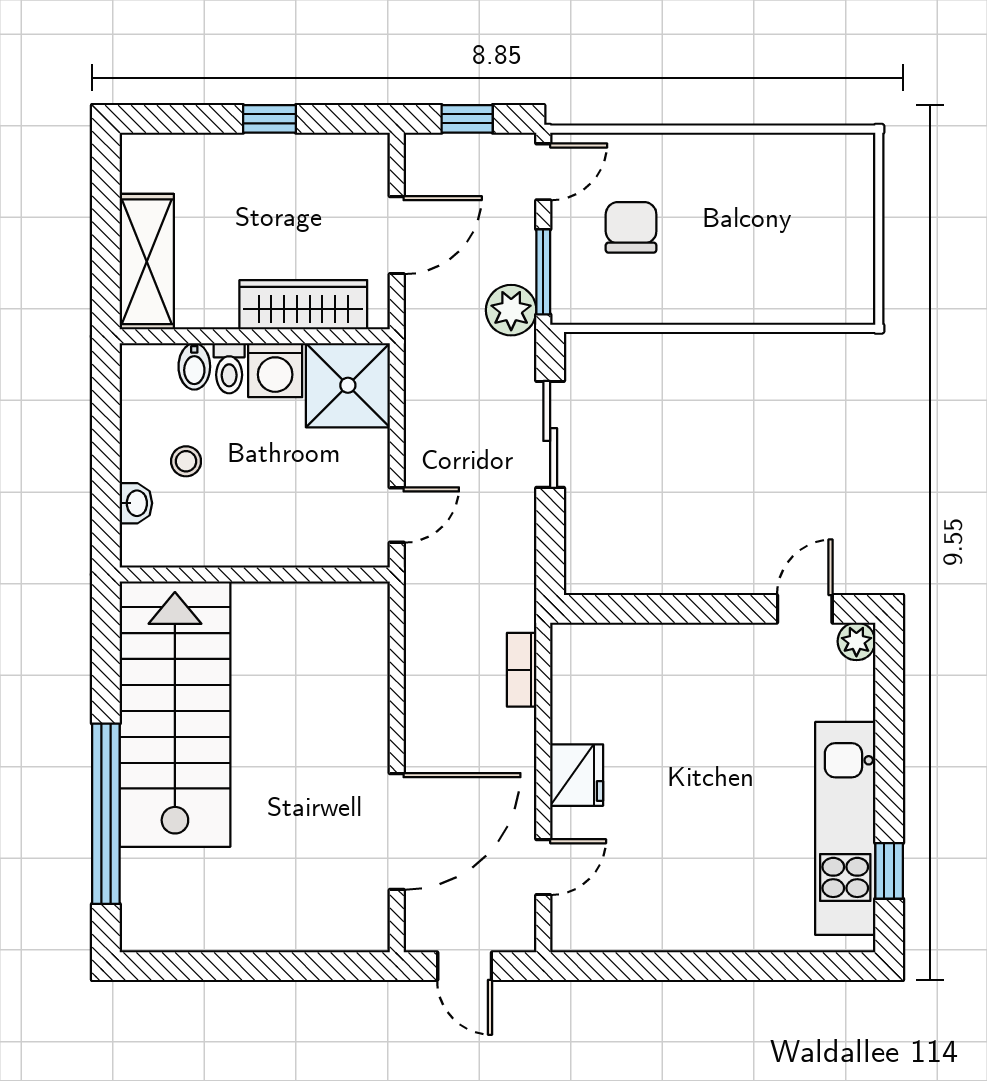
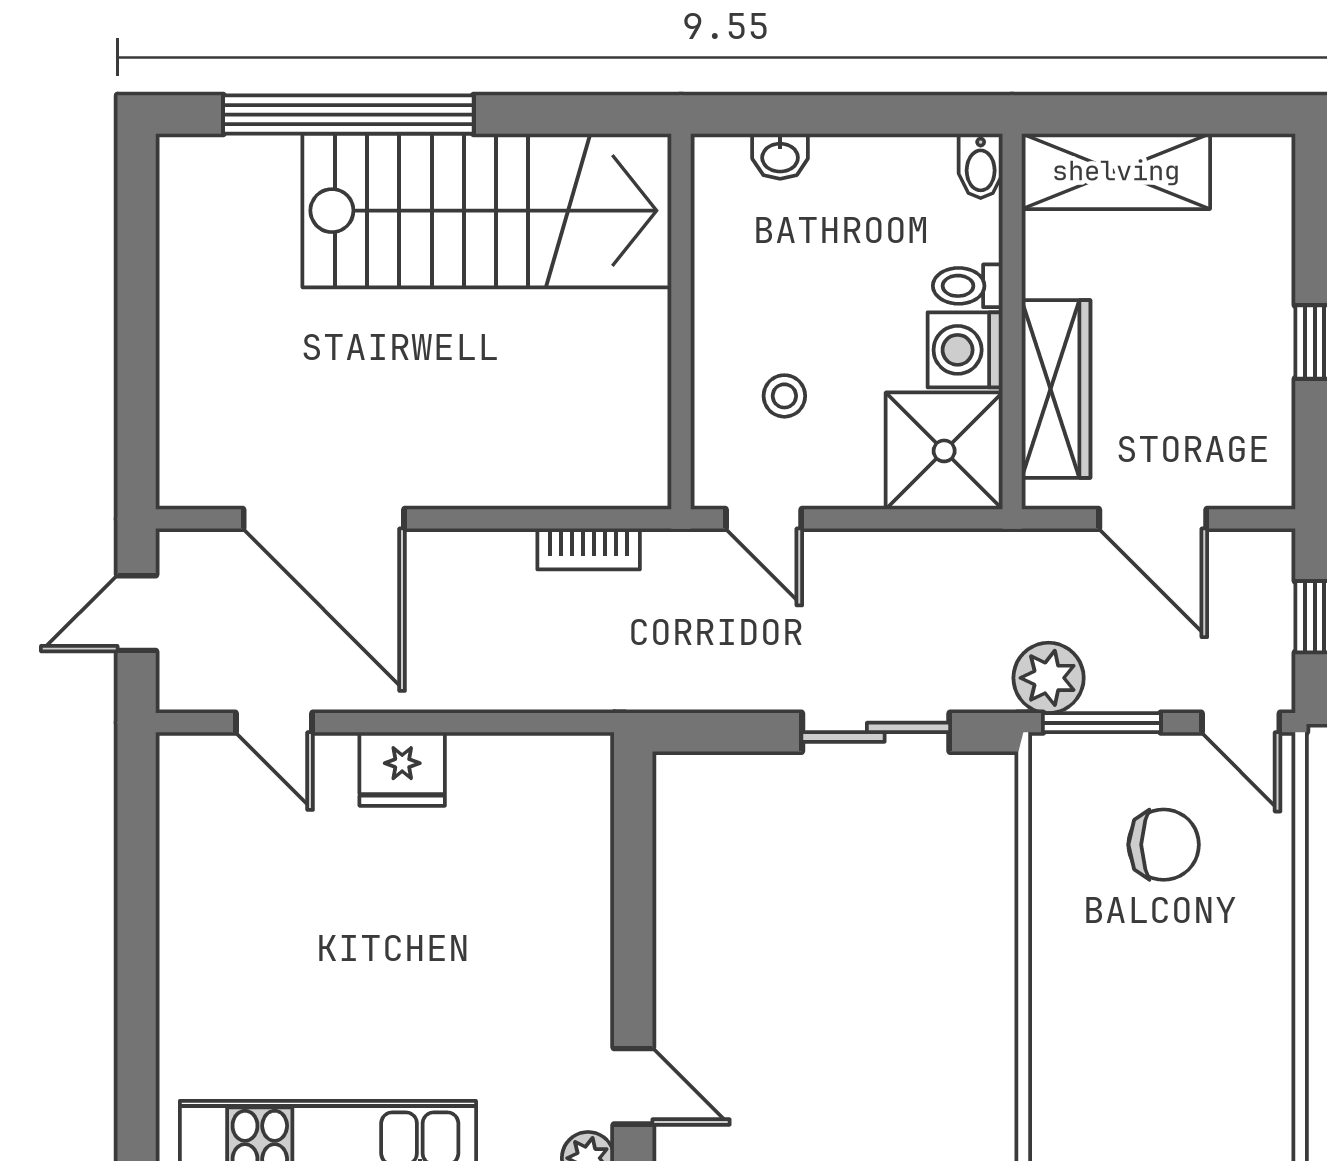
bidet: (194, 366) -> (981, 166), moved, turned -90
stool: (186, 461) -> (784, 396), moved
bookcase: (522, 670) -> (589, 549), moved, turned 180

